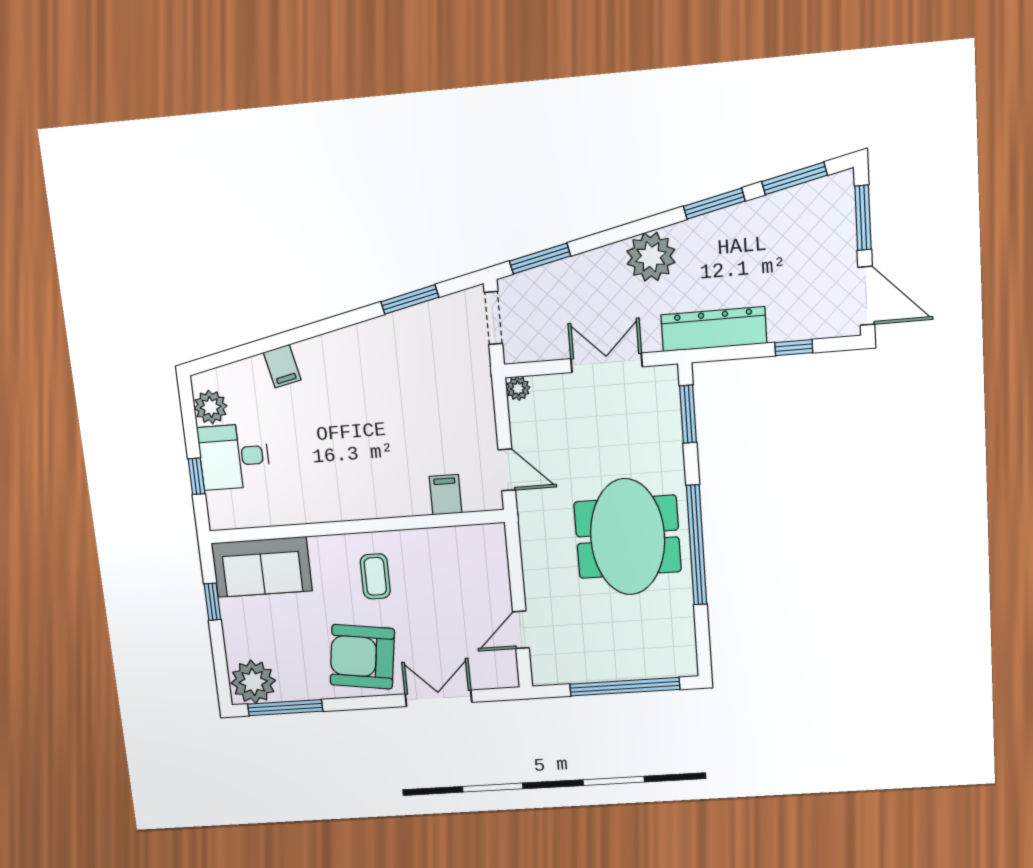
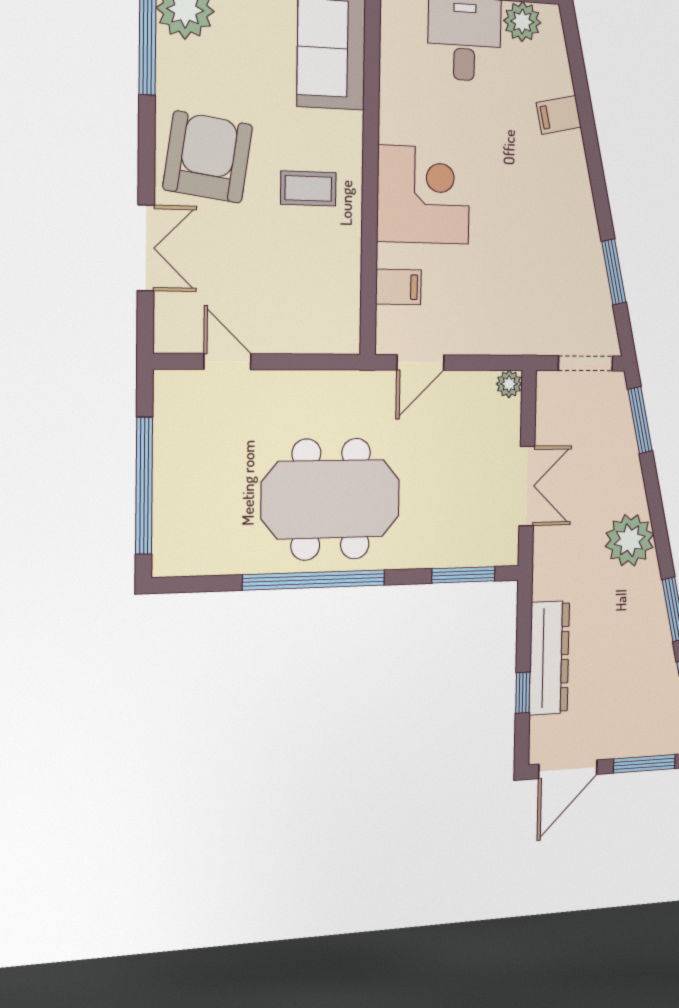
dresser: (714, 329) -> (549, 658), moved
corner desk: (367, 480) -> (423, 195), added

